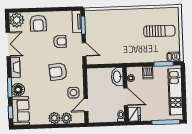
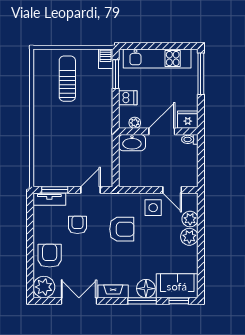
armchair: (38, 23) -> (50, 256), turned -90
armchair: (58, 72) -> (122, 229), turned -85

